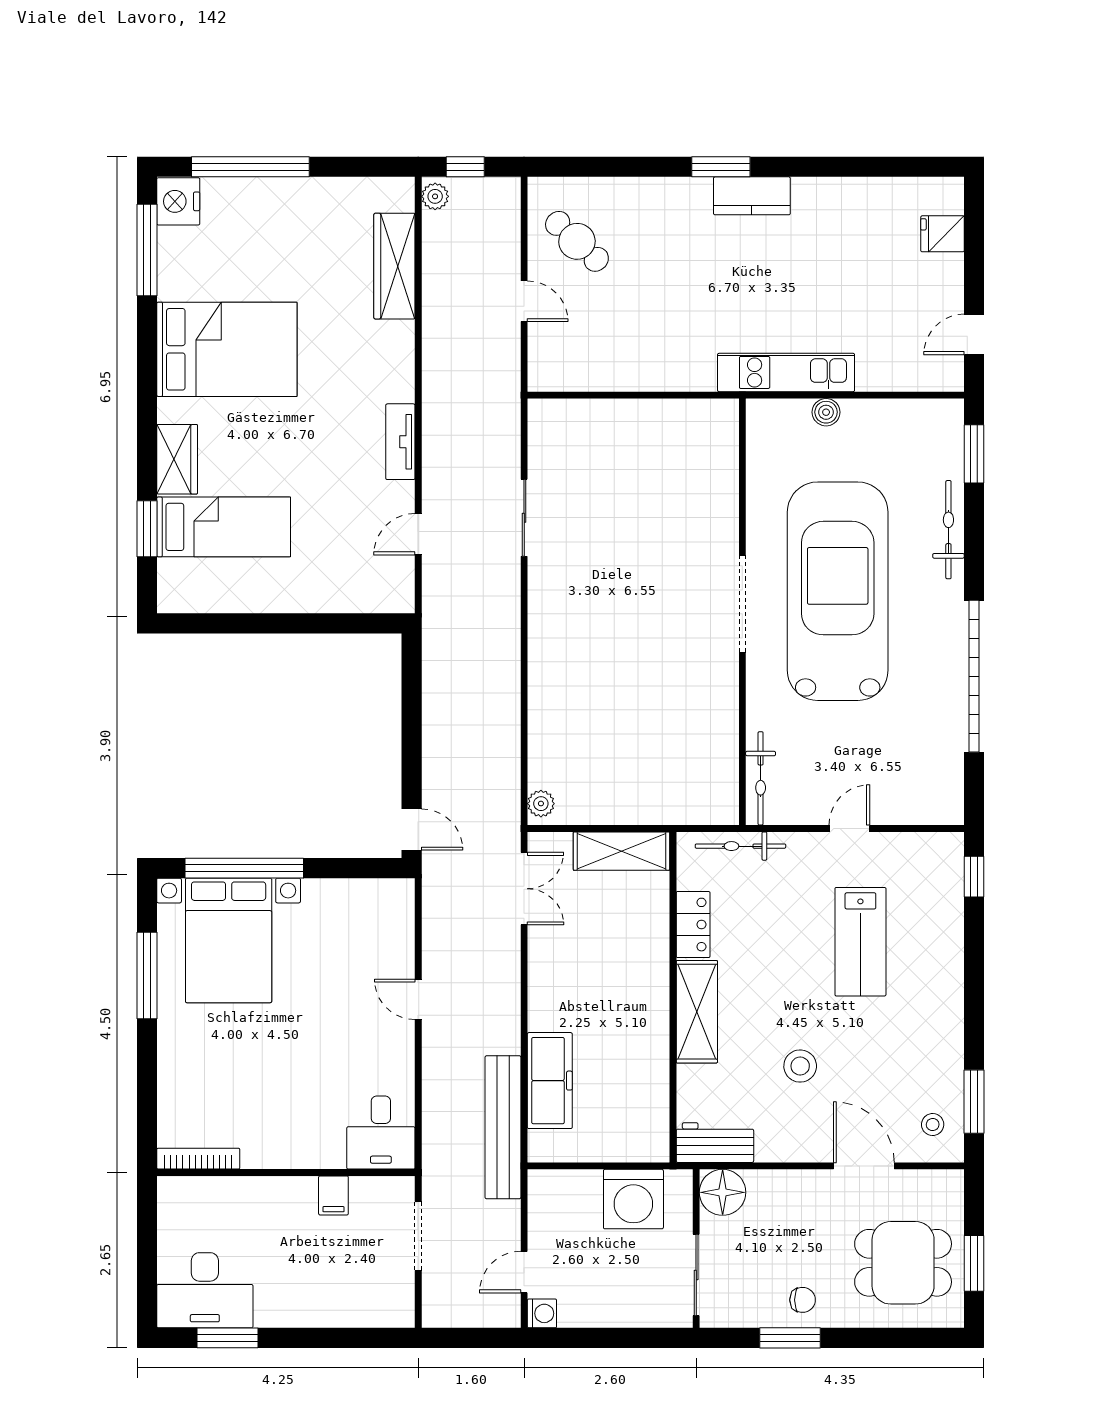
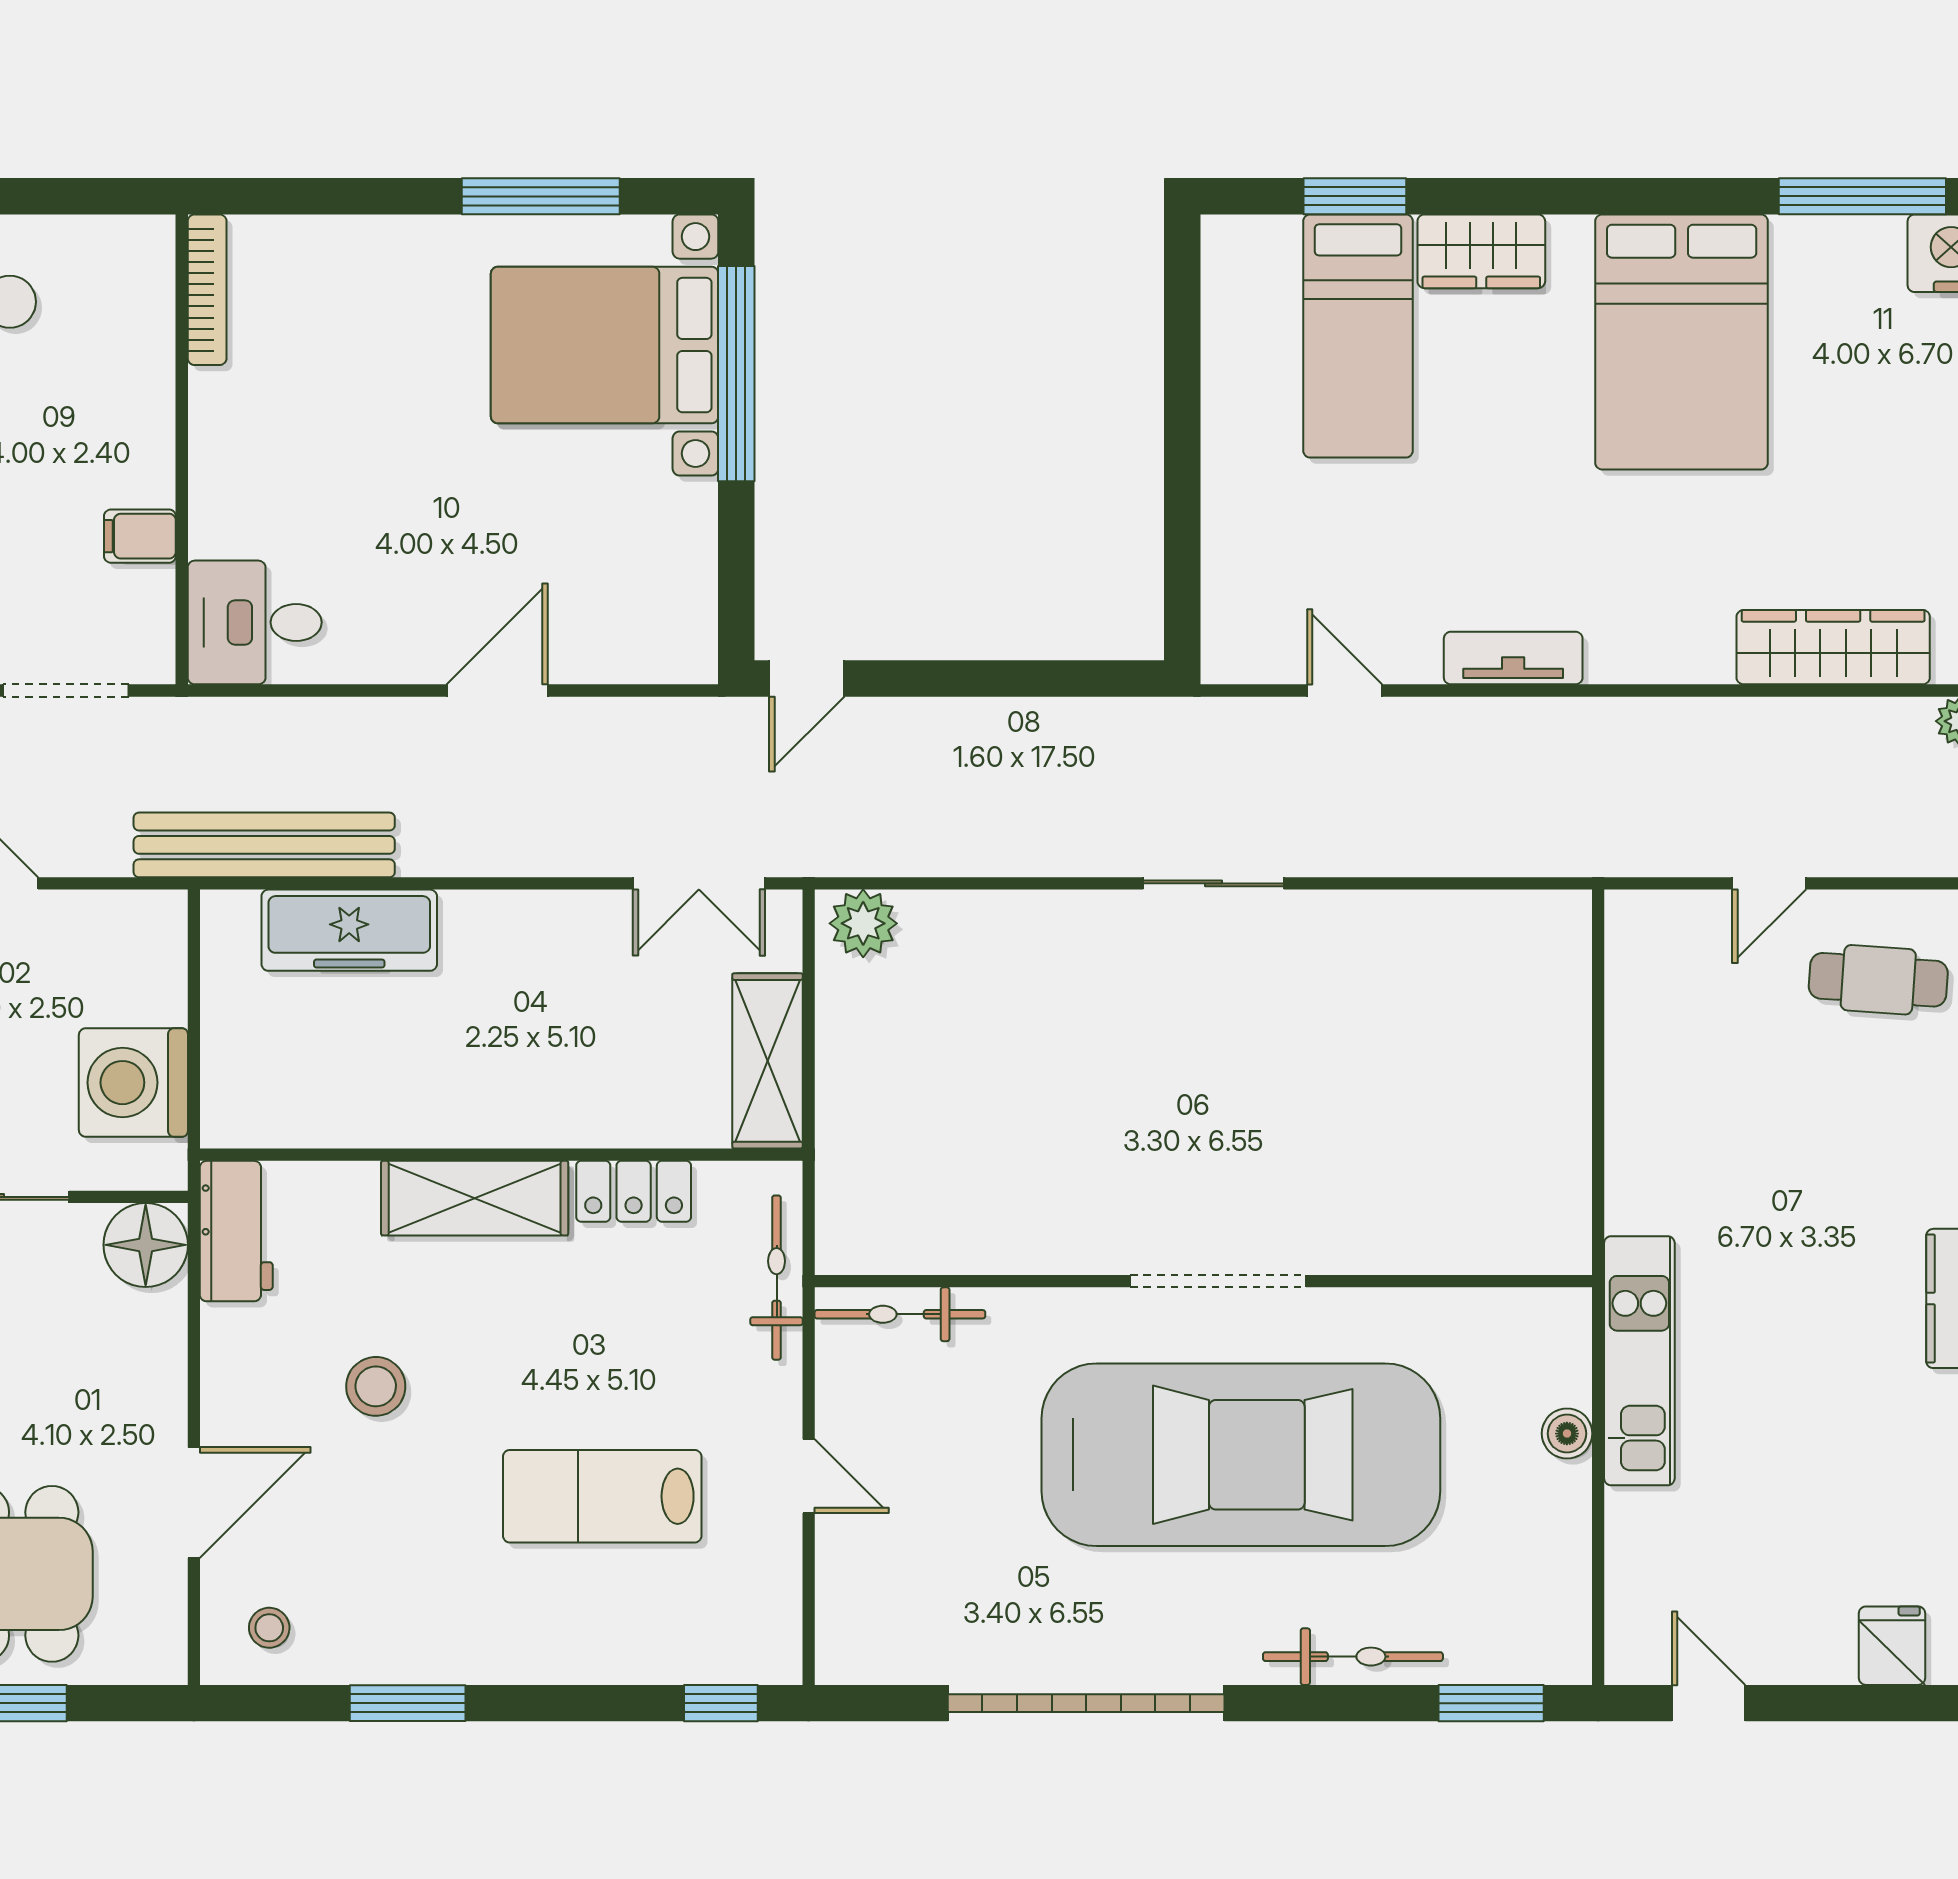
cafe table: (577, 241) -> (1878, 980), turned 51
sliding door: (524, 518) -> (1213, 883), moved
plant: (541, 804) -> (863, 923), width x1.38, depth x1.38
door: (418, 999) -> (497, 691), width x1.38
window: (974, 1102) -> (408, 1703), moved

